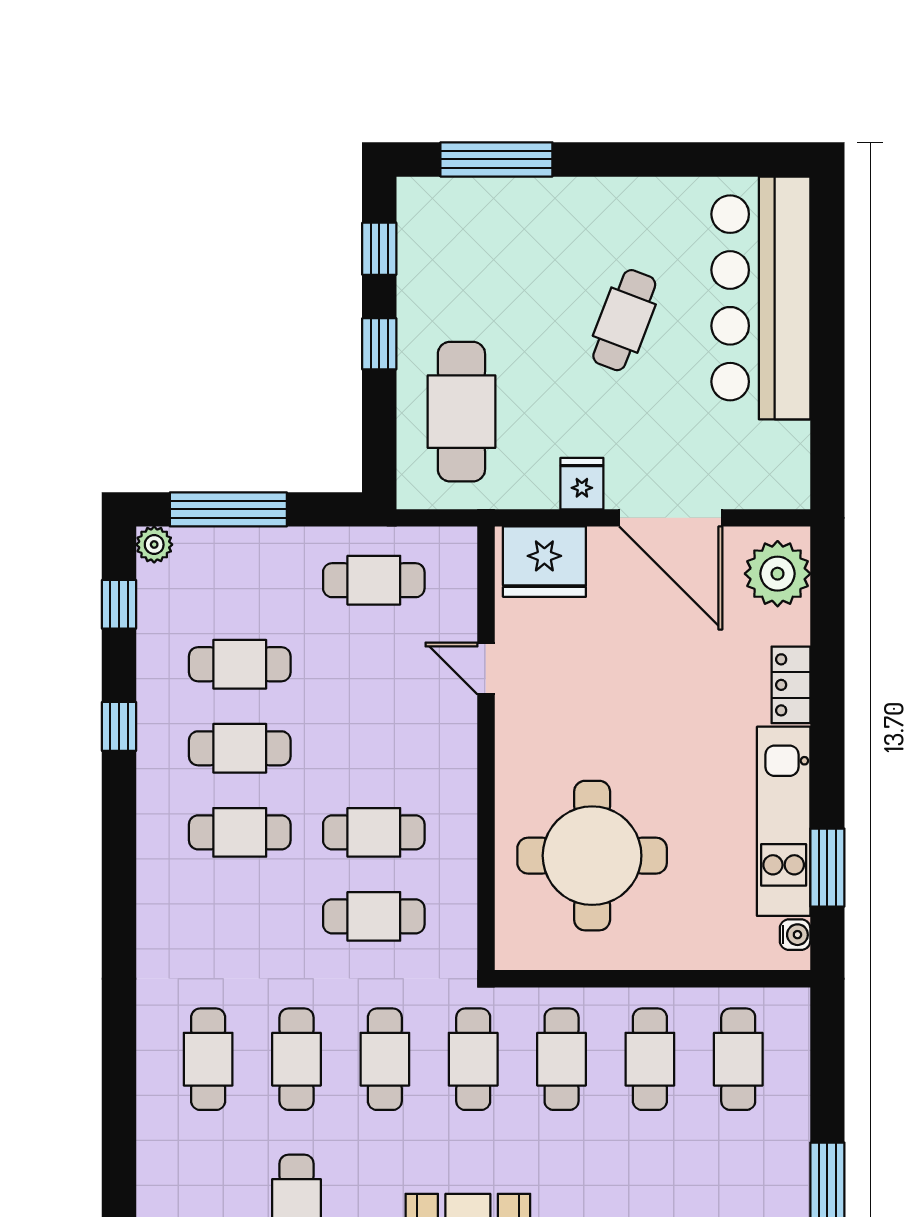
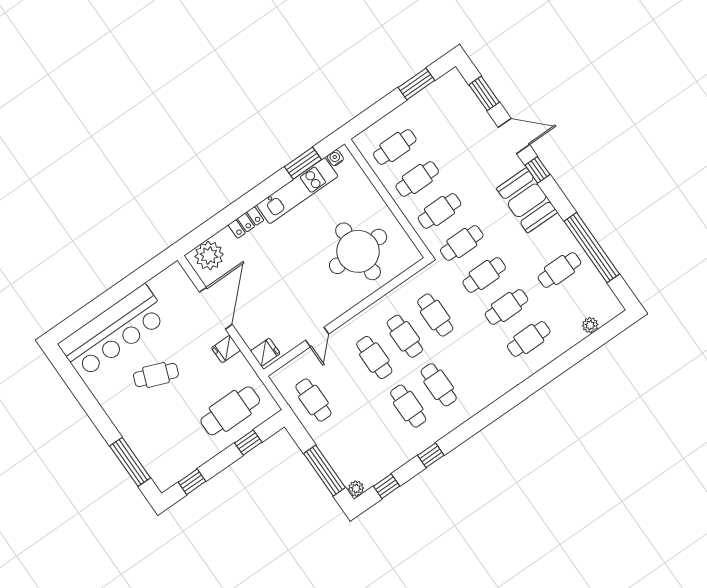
window: (379, 344) -> (248, 443), moved
fridge: (544, 562) -> (265, 352), width x0.53, depth x0.75
cafe table: (240, 664) -> (374, 358), moved
plant: (154, 1191) -> (590, 325), added

